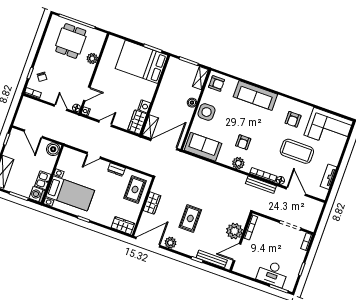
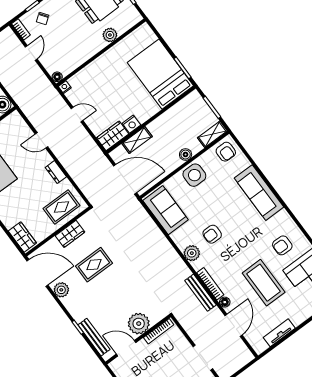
door: (87, 94) -> (79, 69), removed
door: (61, 108) -> (31, 53), moved
shelving: (150, 127) -> (137, 140), moved
rug: (190, 218) -> (94, 265), moved

